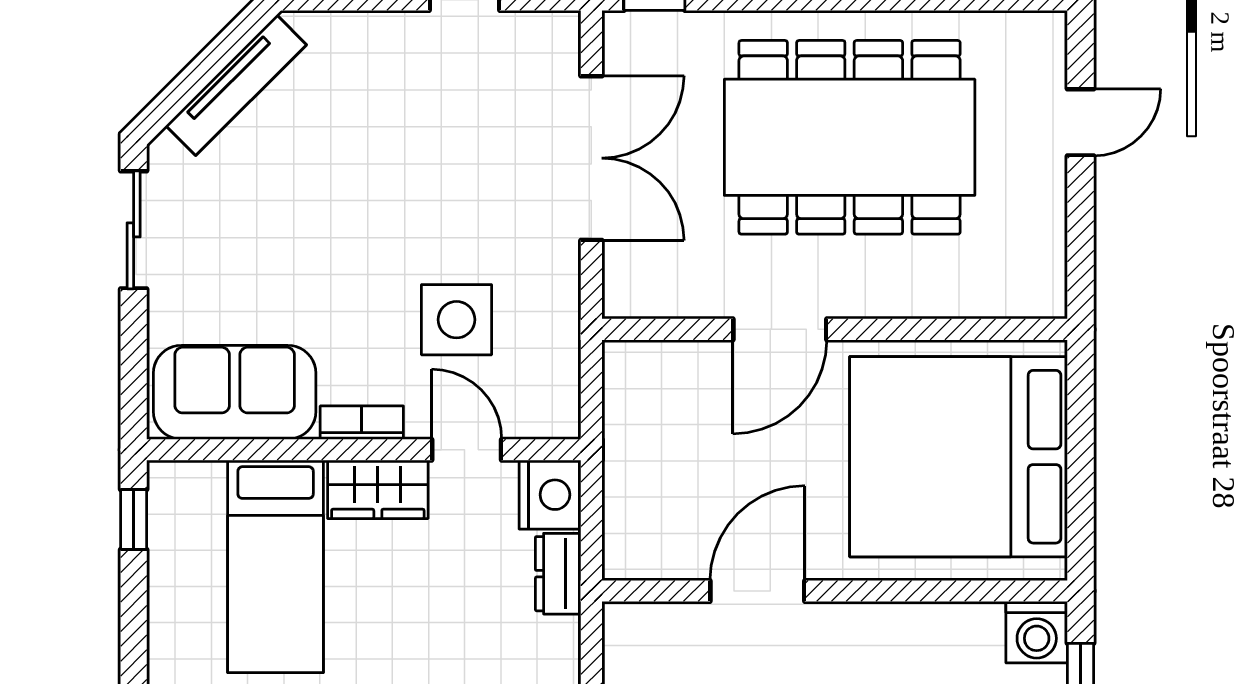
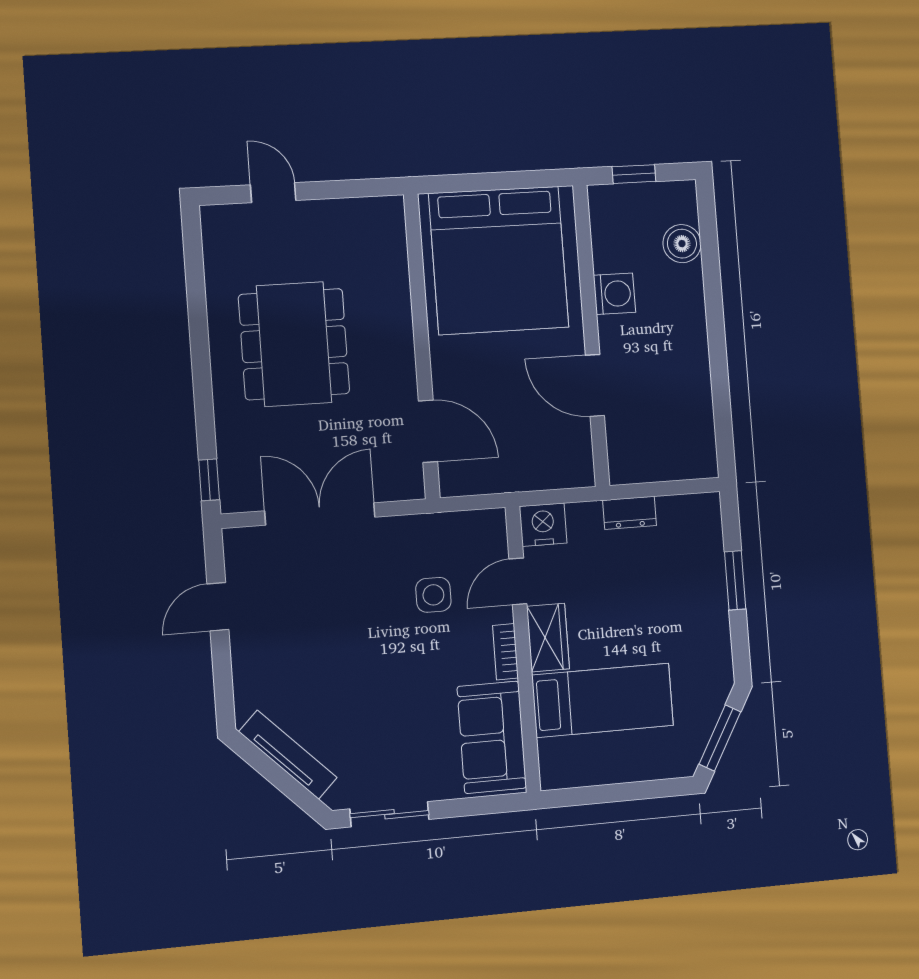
dining table: (850, 137) -> (294, 344), width x0.73, depth x0.80
side table: (456, 320) -> (433, 595), width x0.73, depth x0.73
door: (780, 329) -> (428, 431), moved
window: (134, 519) -> (579, 796), removed
dresser: (558, 574) -> (630, 513), moved
washing machine: (1037, 632) -> (614, 294), moved

